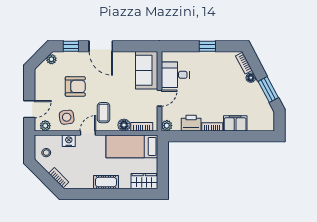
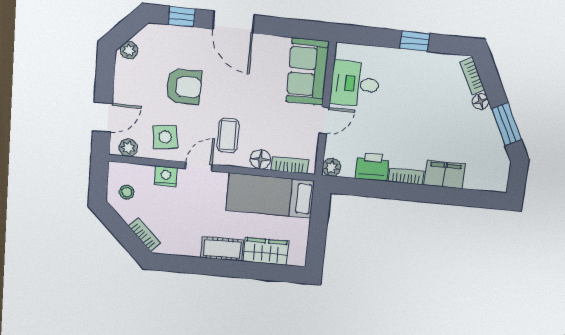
plant: (51, 59) -> (129, 50), moved
wardrobe: (144, 181) -> (266, 251), moved

